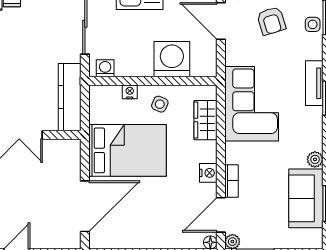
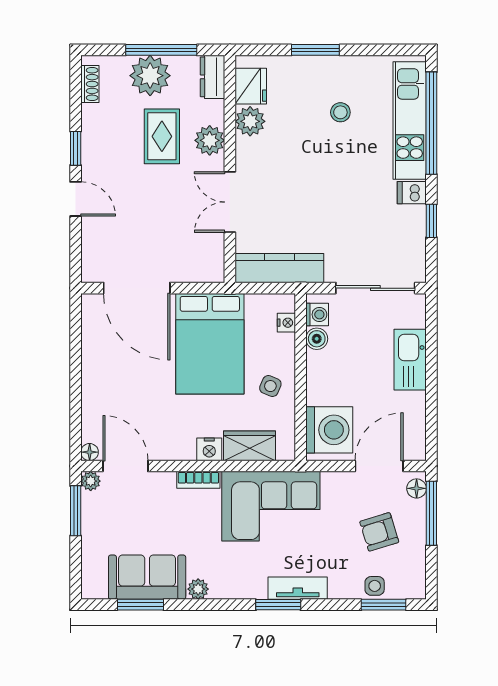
washing machine: (172, 59) -> (329, 430), moved
boiler: (124, 69) -> (317, 339), added
nightstand: (130, 92) -> (286, 323), moved
nightstand: (208, 173) -> (209, 449), moved
bookcase: (231, 181) -> (198, 480), moved

